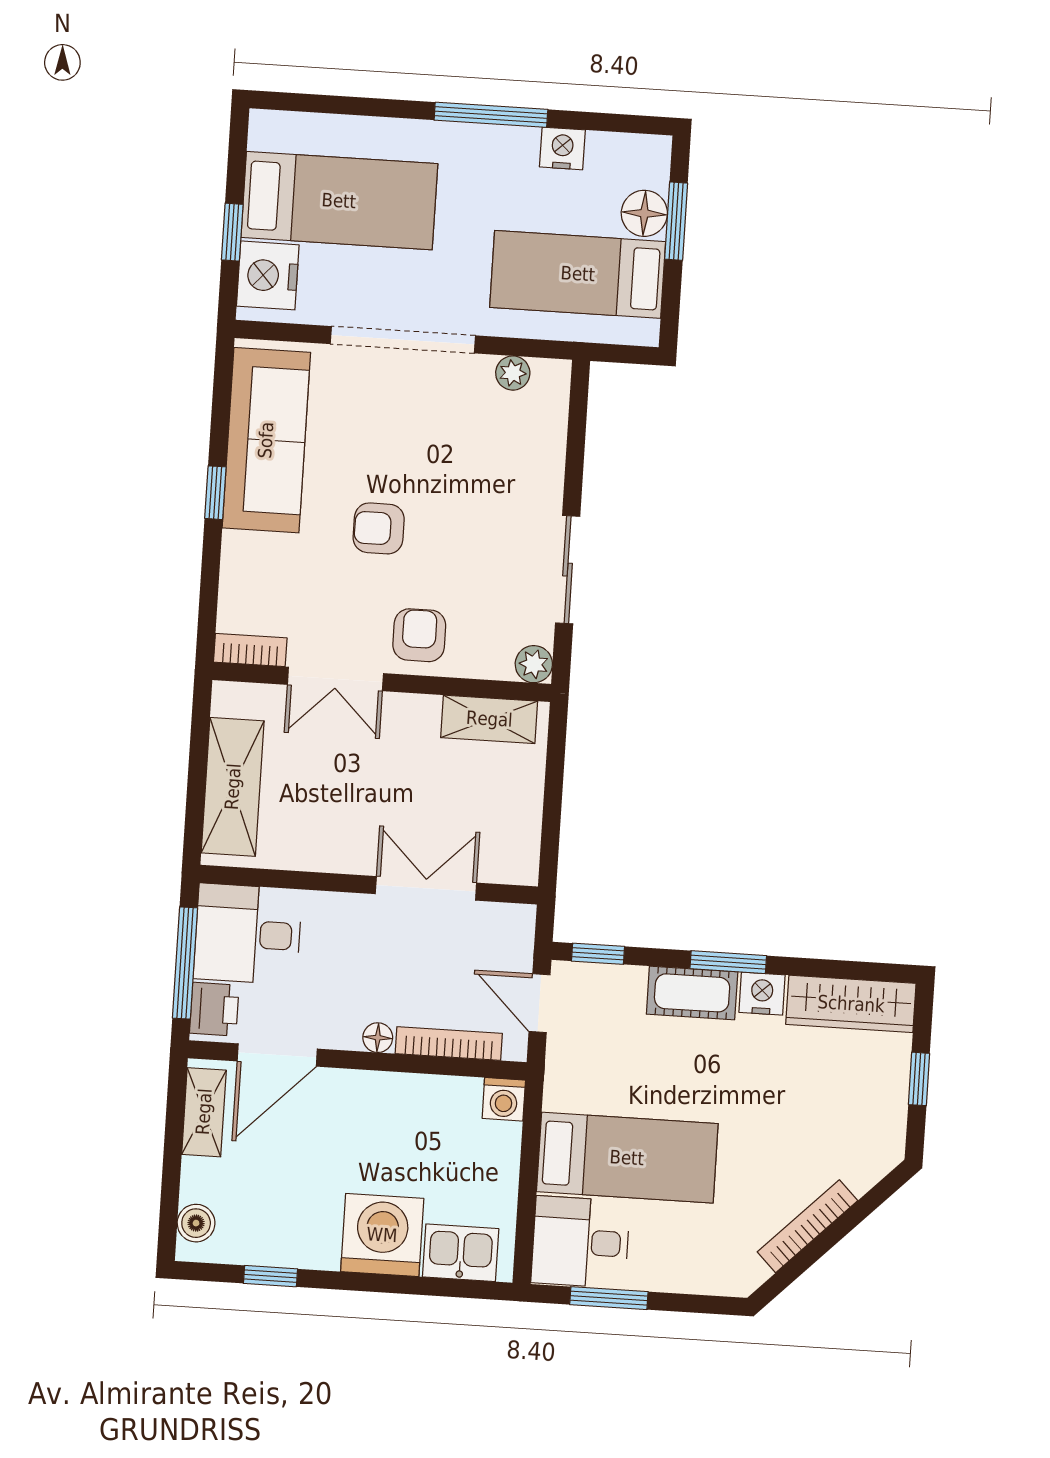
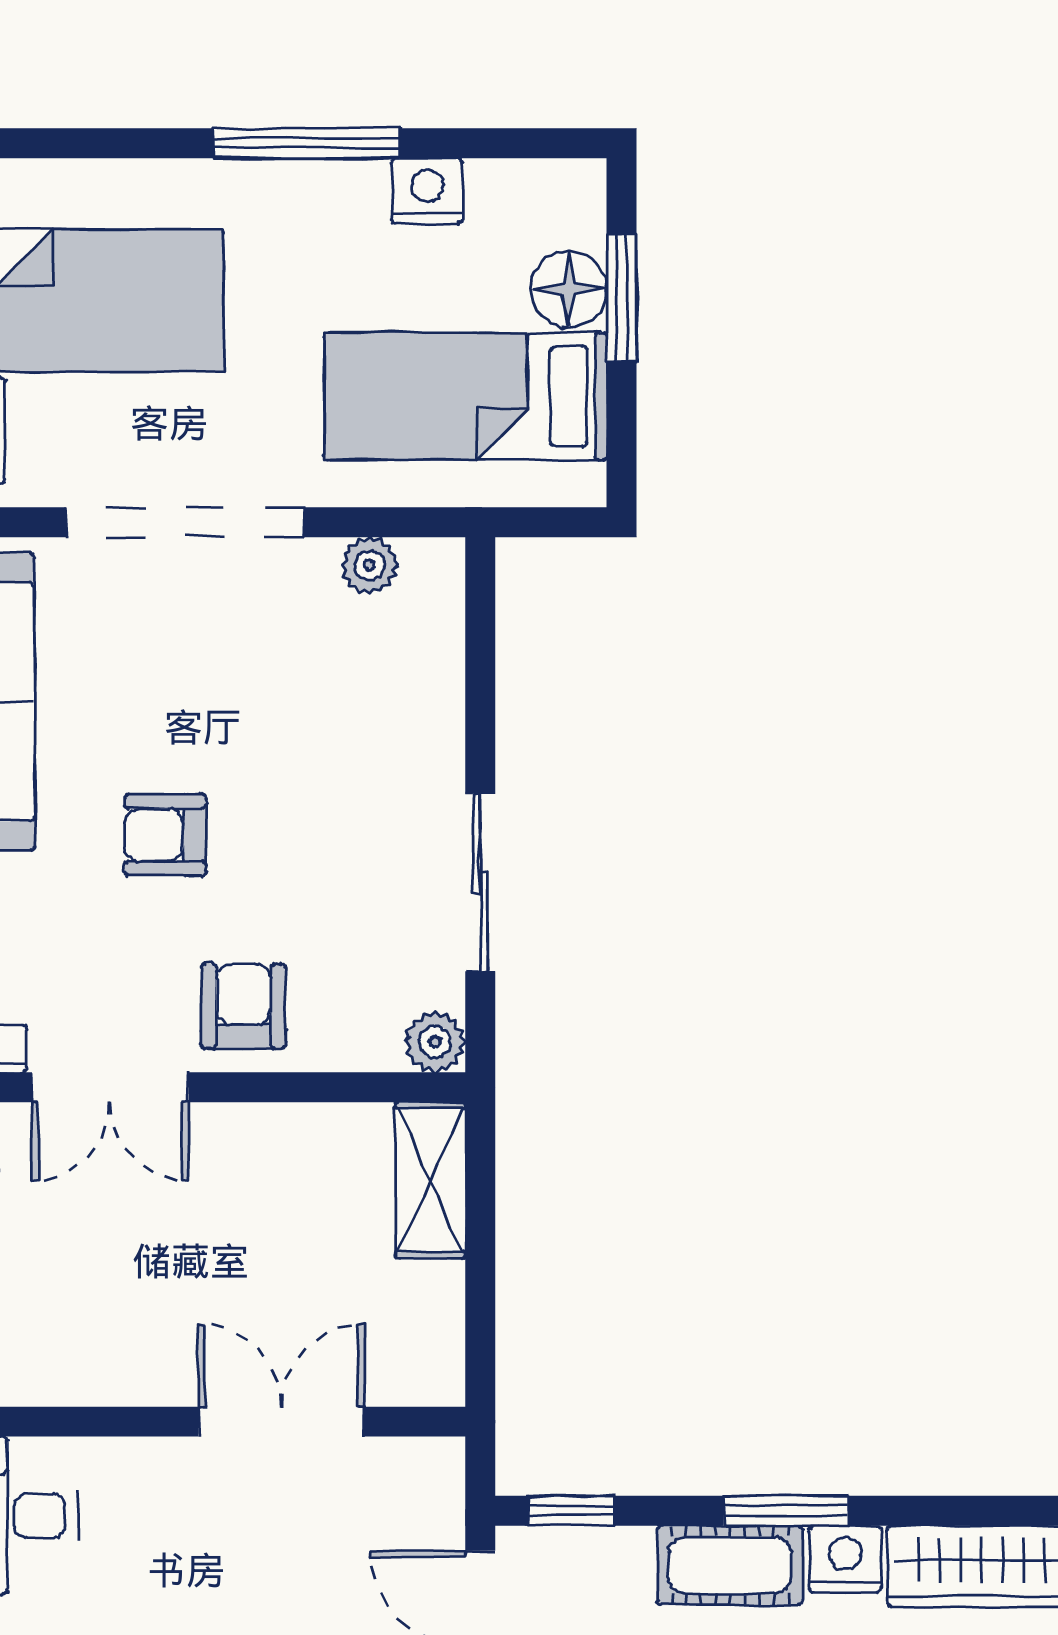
shelving: (489, 719) -> (430, 1180), moved, turned 90

